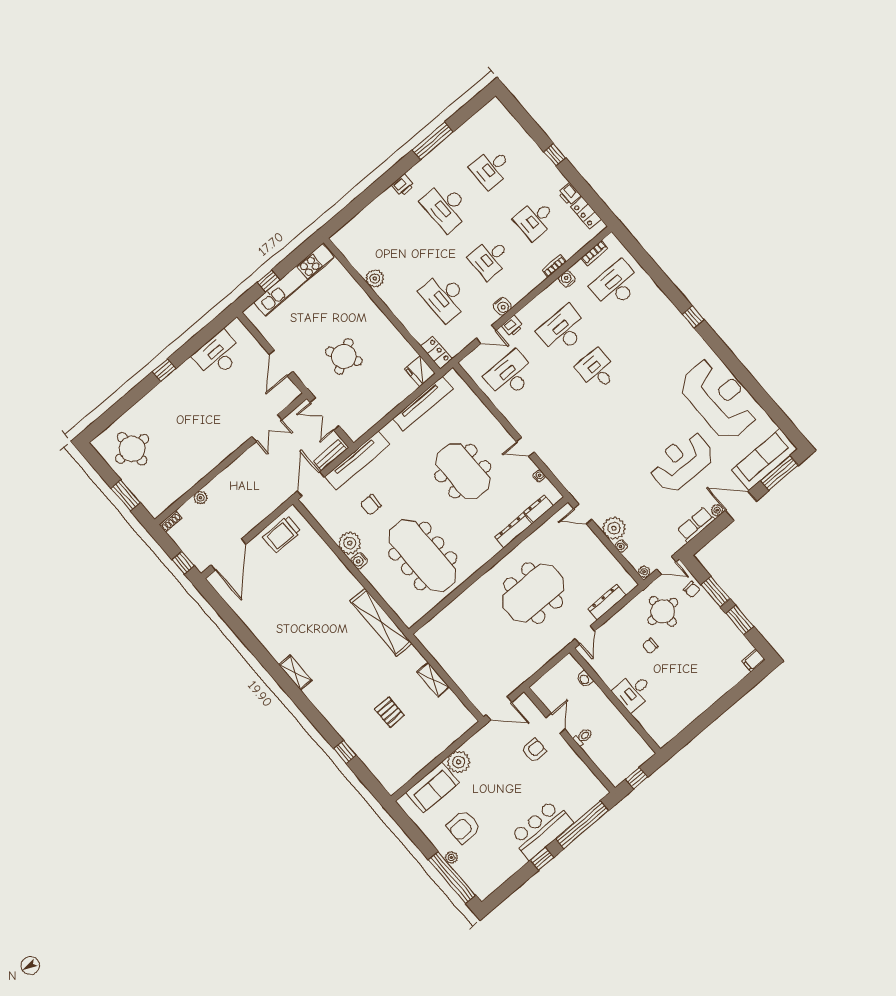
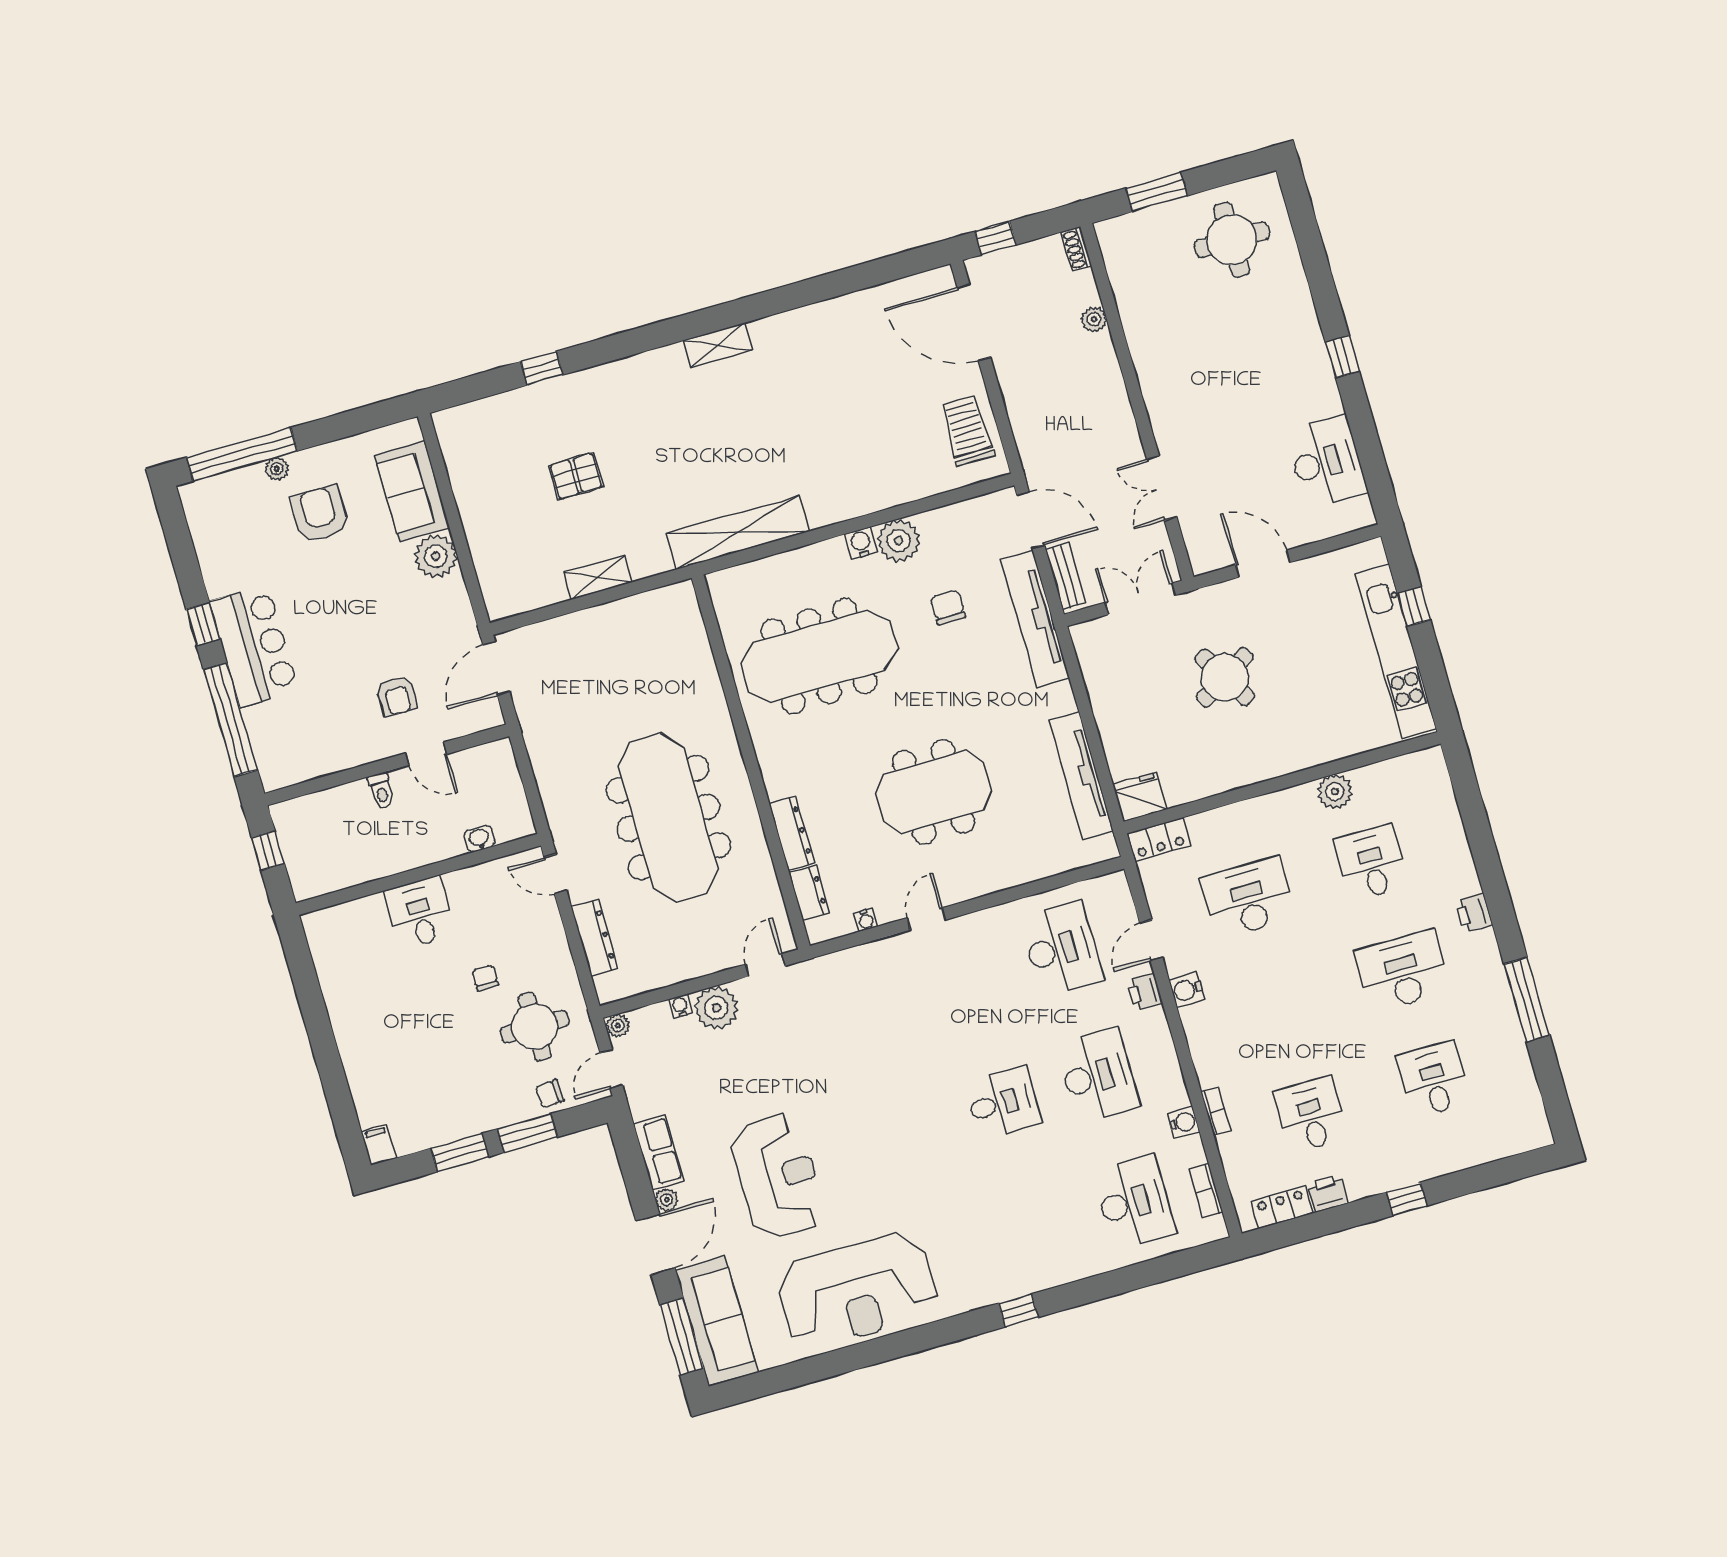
desk: (490, 258) -> (1372, 863), moved
meeting table: (533, 593) -> (668, 818), width x1.36

